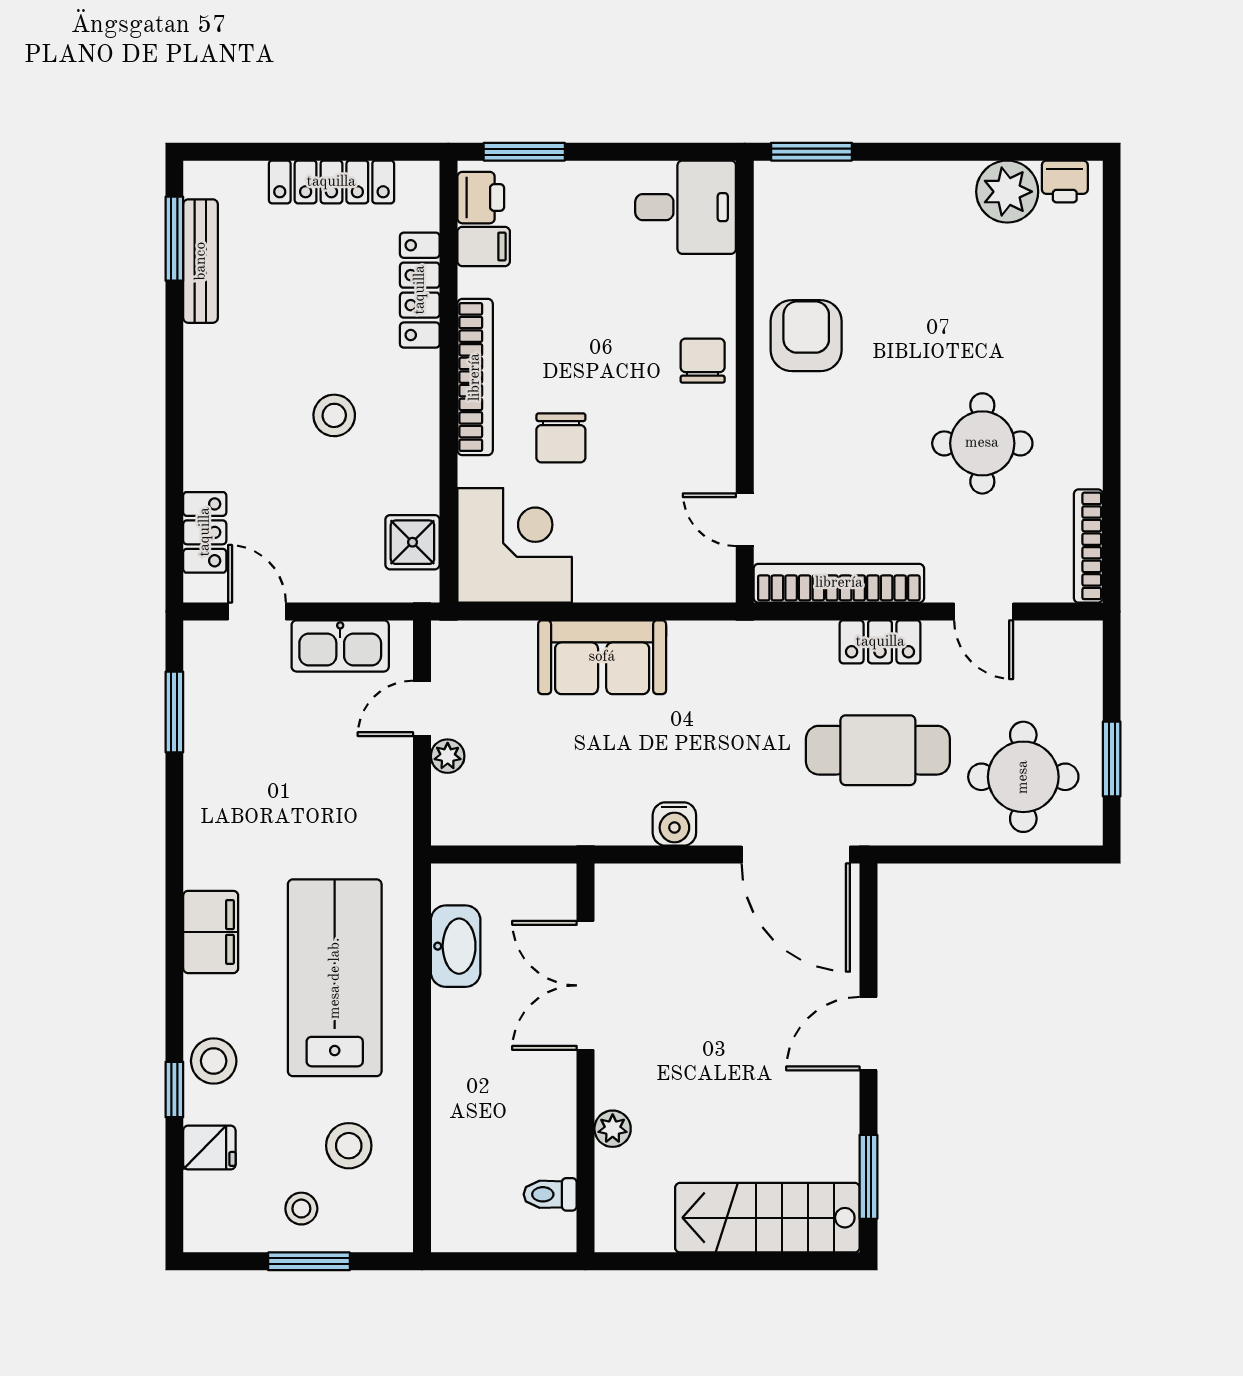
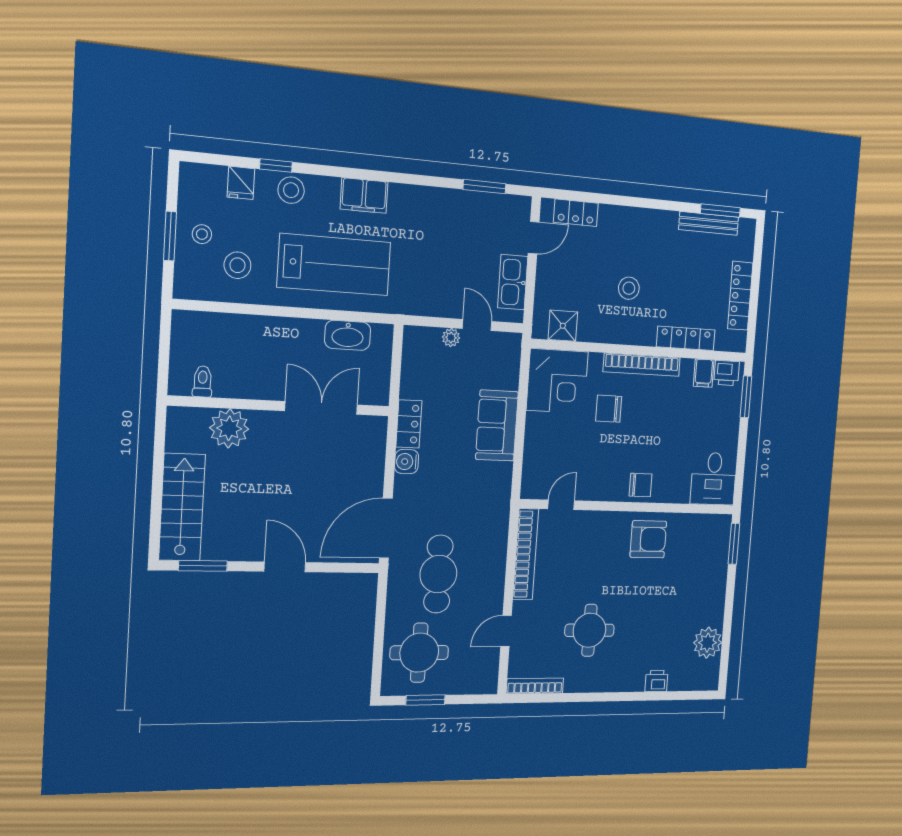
printer: (1065, 181) -> (656, 681), moved, turned 90
locker: (880, 642) -> (409, 424), moved, turned 180
plant: (613, 1129) -> (229, 428), width x1.88, depth x1.88

